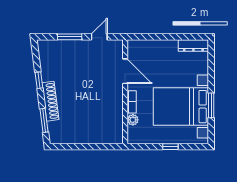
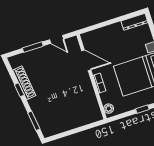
door: (99, 37) -> (57, 39), swing flipped
shoe rack: (50, 101) -> (24, 83), moved
plant: (133, 120) -> (109, 109), moved

